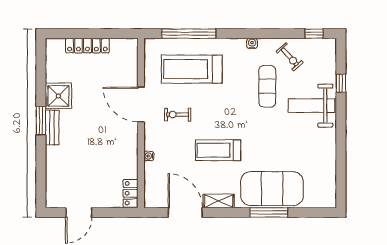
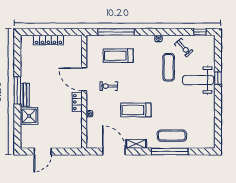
treadmill: (192, 69) -> (118, 56), width x0.73, depth x0.73
window: (341, 83) -> (218, 78), moved
shower: (58, 96) -> (29, 116), moved
window: (41, 121) -> (17, 90), width x1.44
exercise mat: (272, 189) -> (172, 136), width x0.50, depth x0.69
locker: (131, 193) -> (77, 102), moved
window: (269, 212) -> (170, 152), width x1.46

